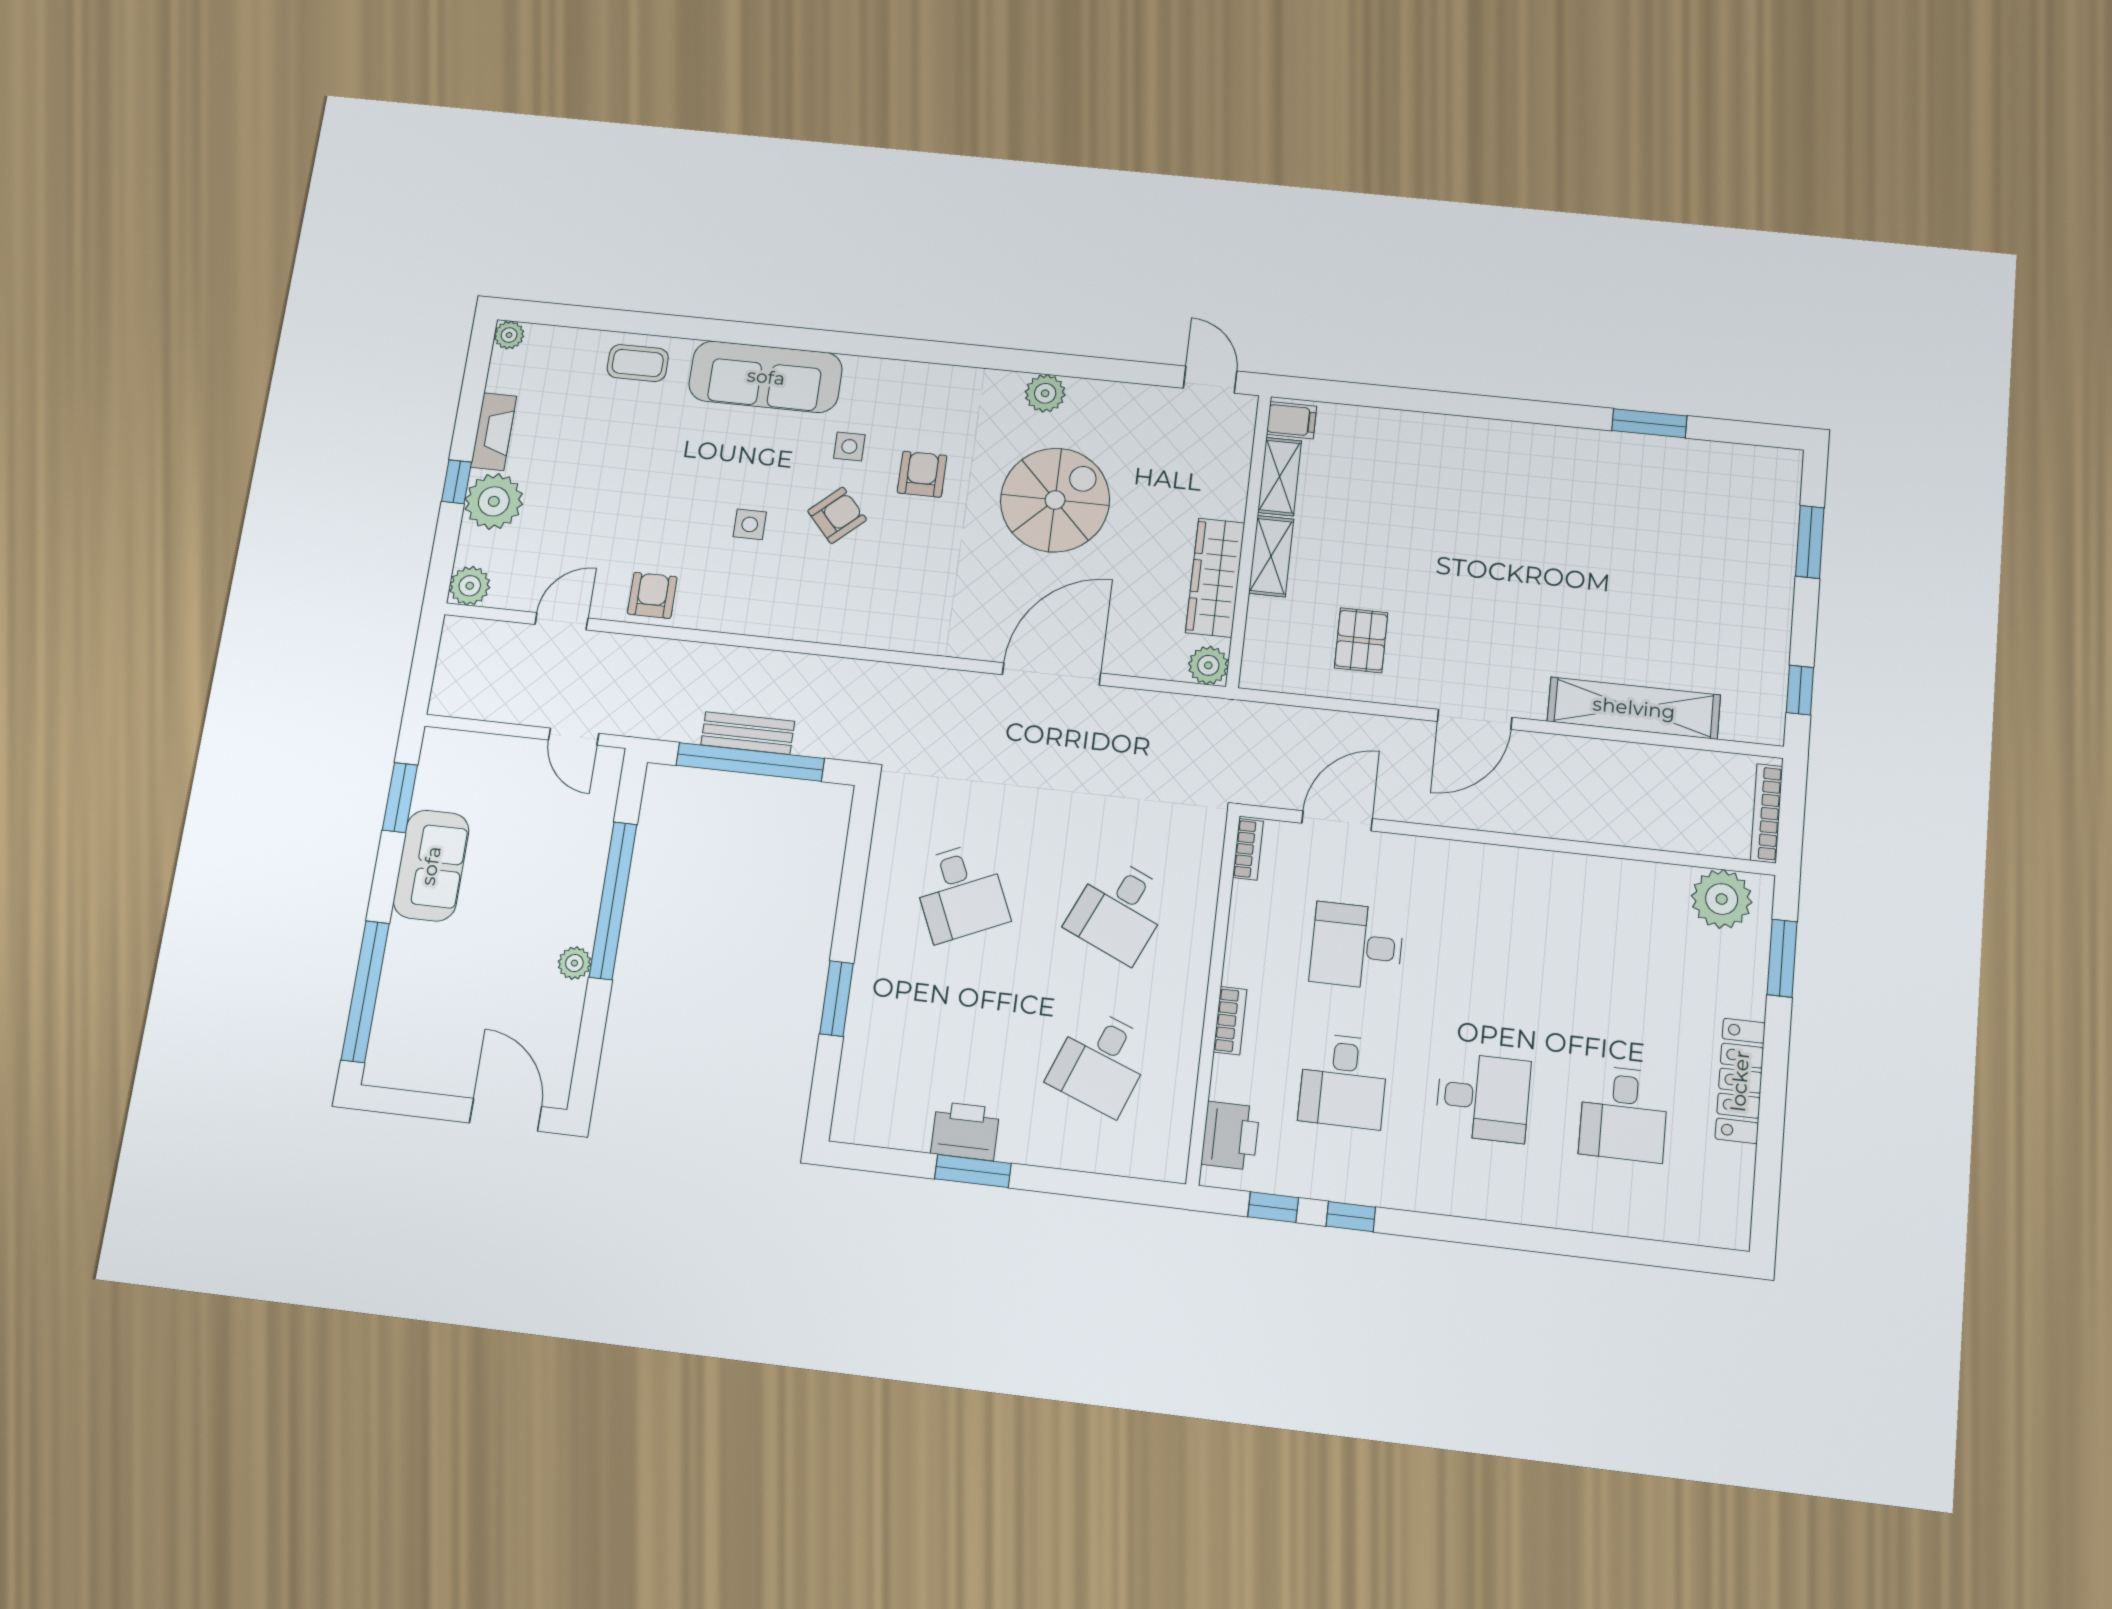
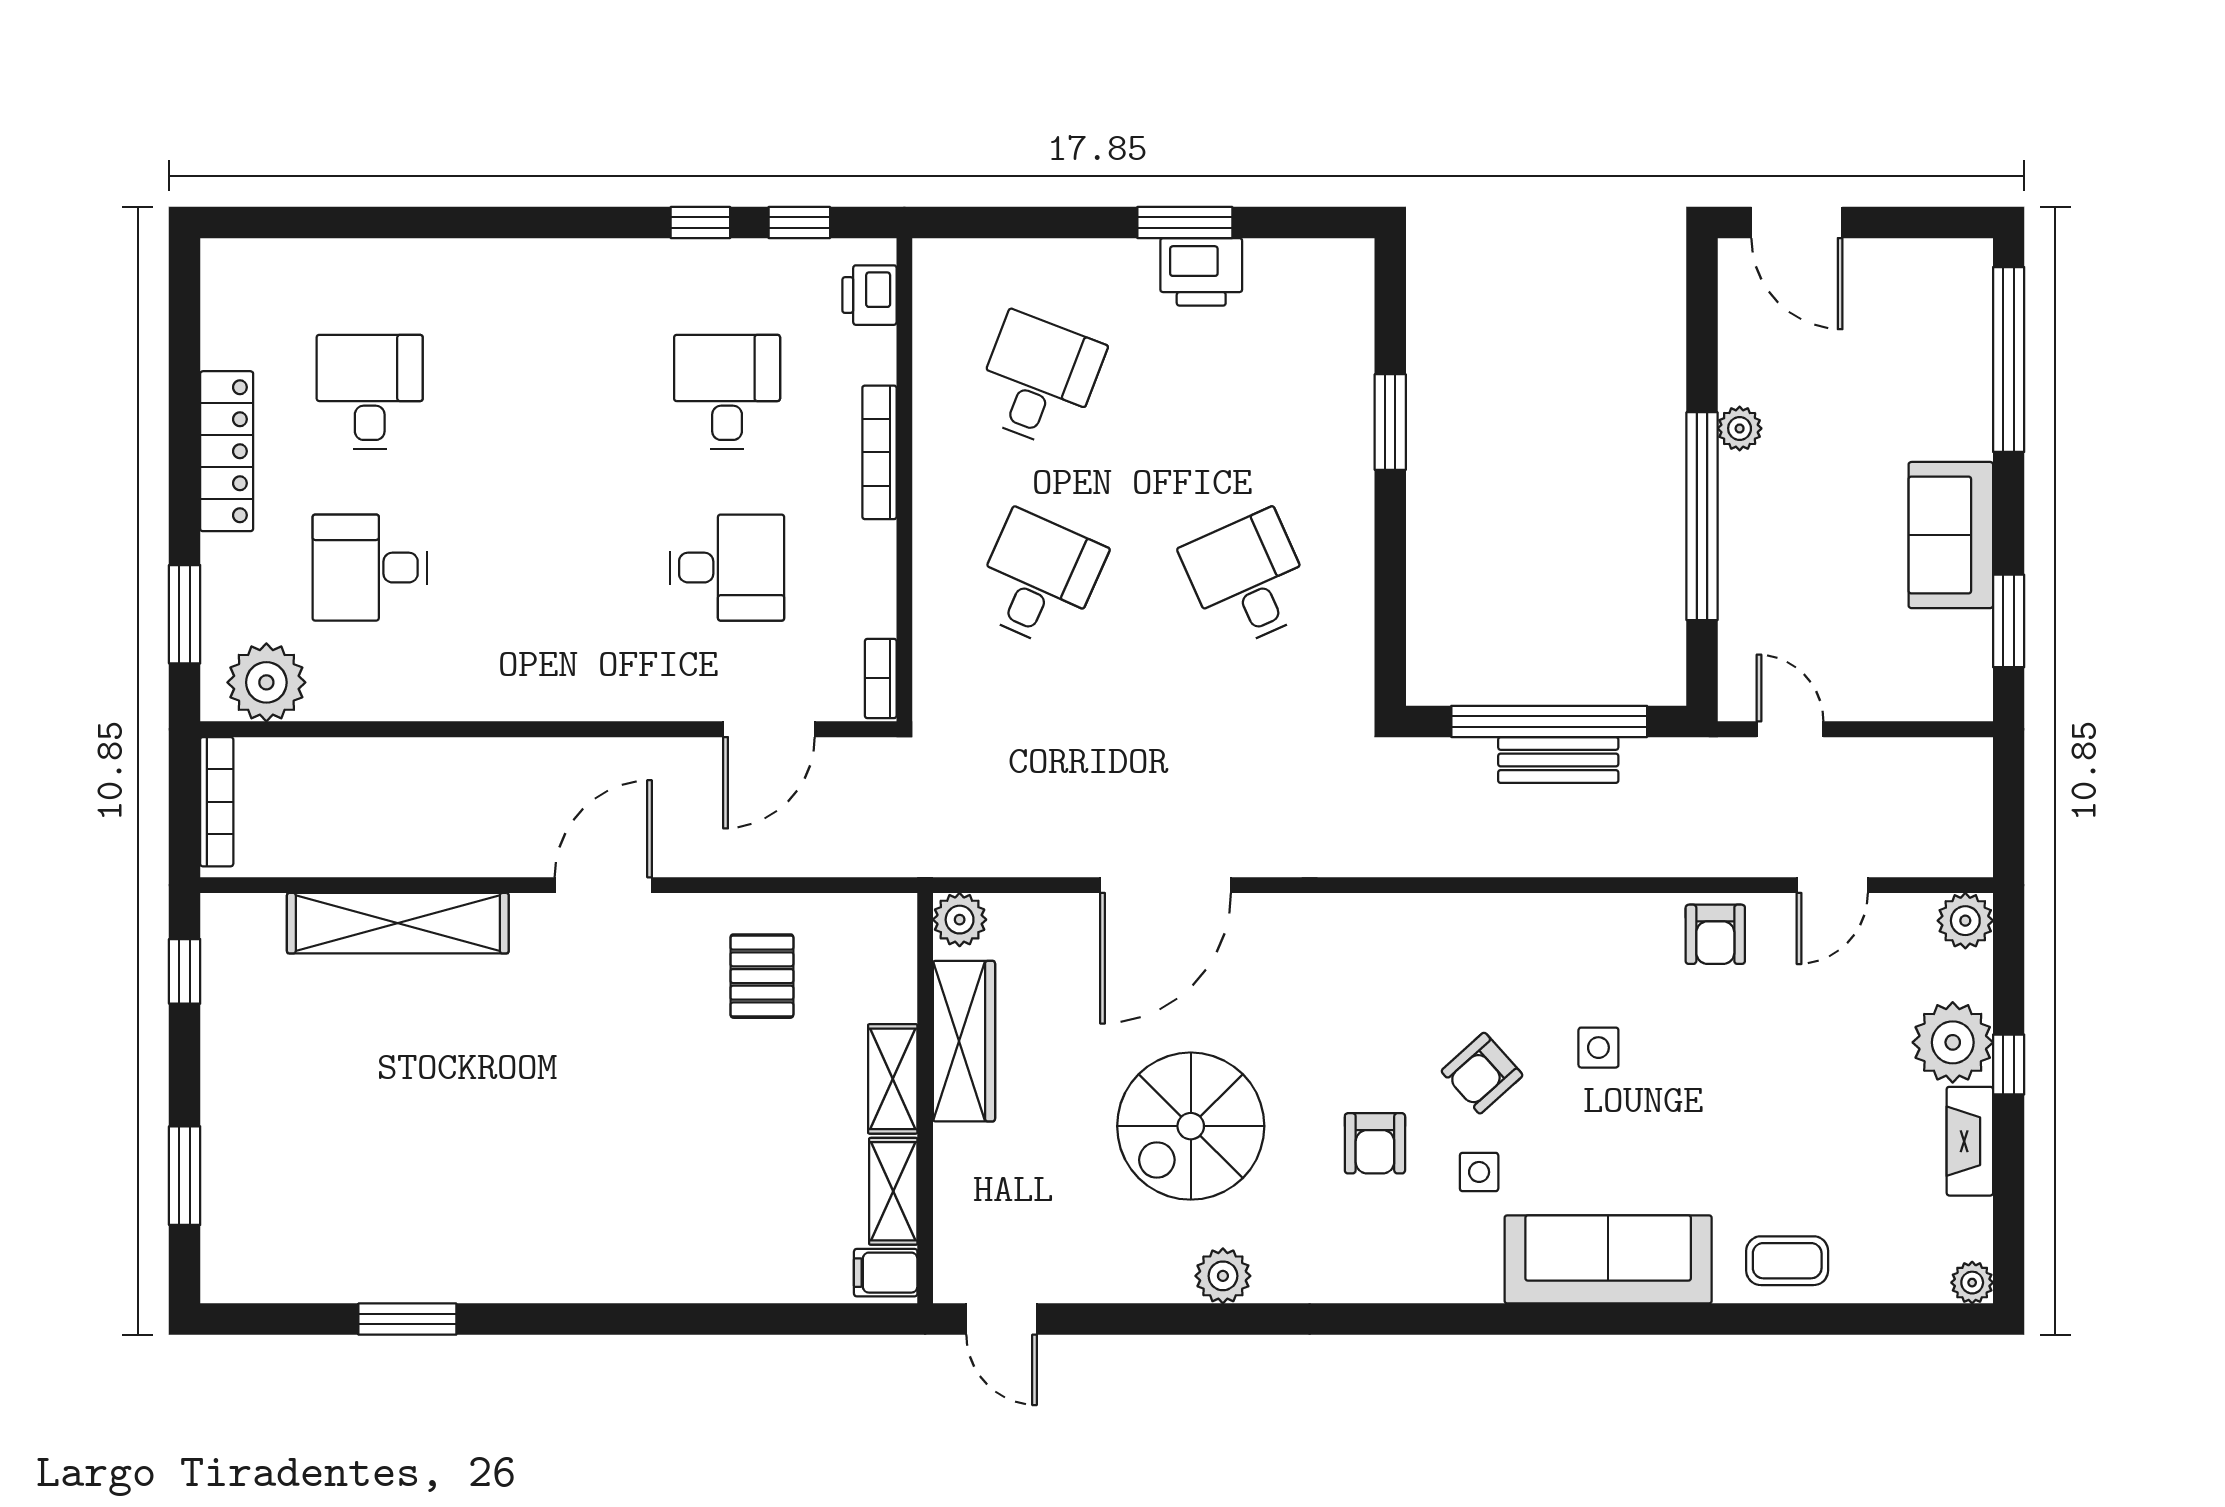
bookcase: (1230, 1021) -> (879, 452), width x1.56
desk: (1483, 1097) -> (370, 568), moved
printer: (1230, 1136) -> (869, 295), width x0.73, depth x0.81

